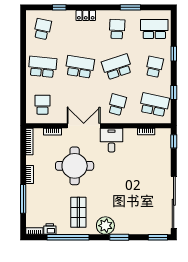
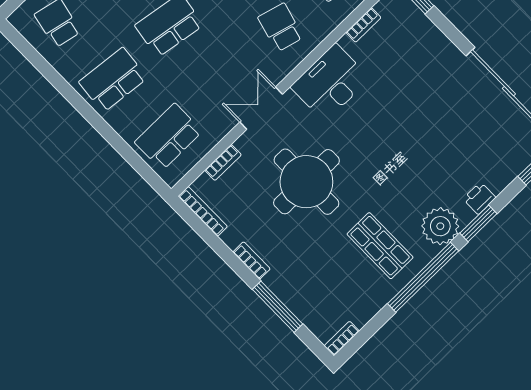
school desk: (42, 105) -> (168, 137), width x1.85
double door: (84, 126) -> (261, 108), width x0.73
desk: (111, 140) -> (330, 83), width x1.37
printer: (50, 229) -> (479, 198), moved
window: (68, 237) -> (423, 277), moved

